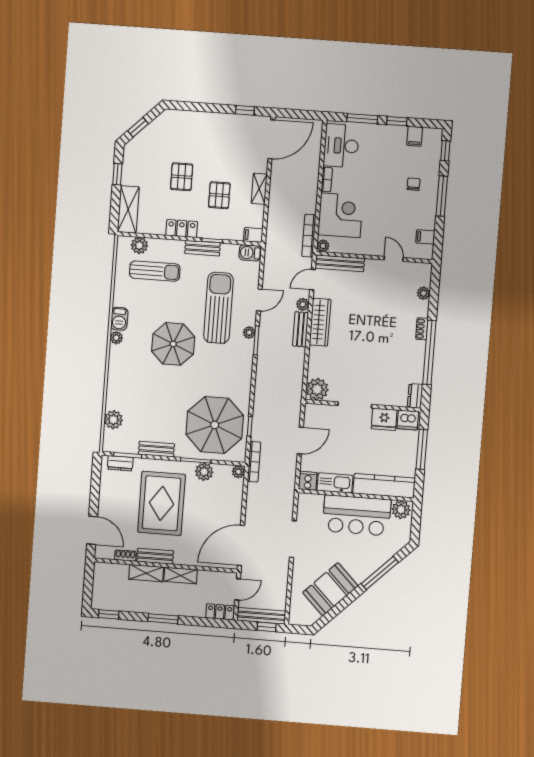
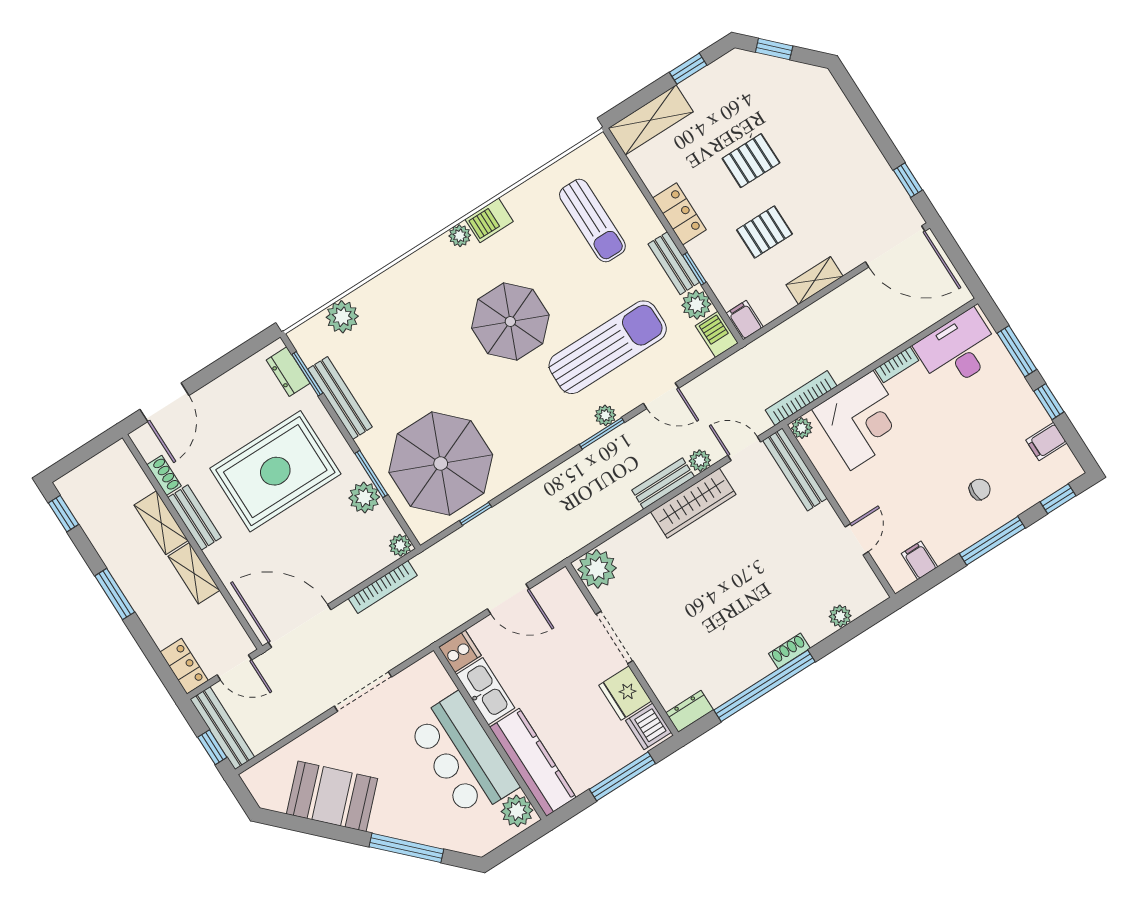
plant: (139, 245) -> (696, 305), moved
bench: (156, 449) -> (340, 398), width x1.36
bookcase: (254, 462) -> (383, 587), moved

